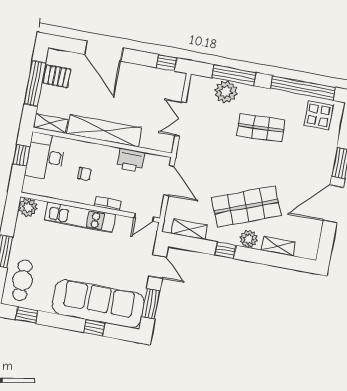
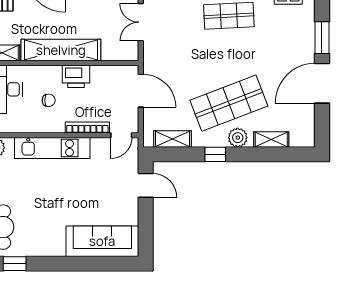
printer: (131, 160) -> (76, 76), moved
bookcase: (108, 204) -> (87, 128), width x1.56
sofa: (98, 304) -> (102, 241), width x0.74, depth x0.79
window: (151, 304) -> (146, 227), removed
window: (94, 328) -> (90, 264), removed

